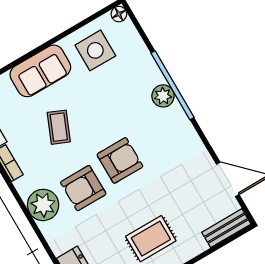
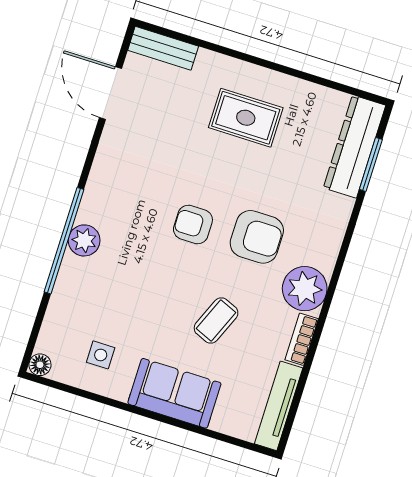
side table: (95, 50) -> (101, 355), width x0.54, depth x0.54
armchair: (120, 160) -> (193, 224), width x0.72, depth x0.72
plant: (43, 205) -> (305, 289), moved

